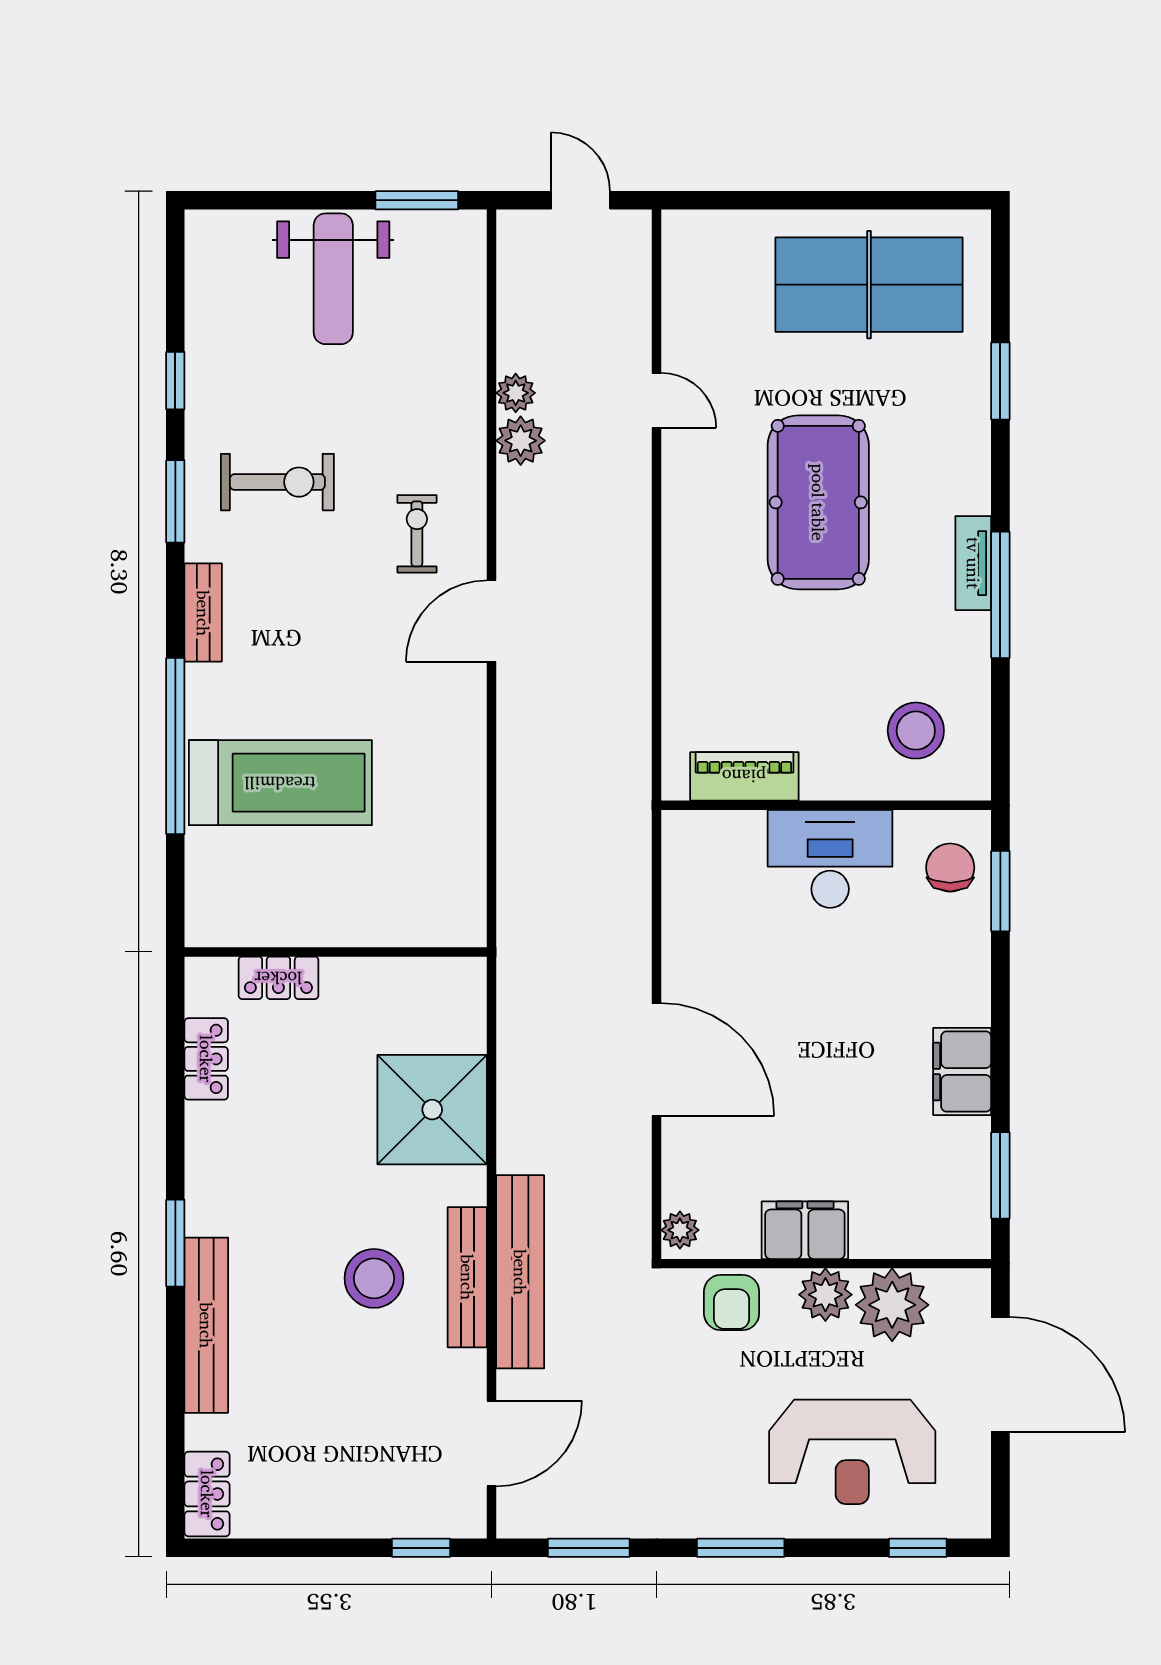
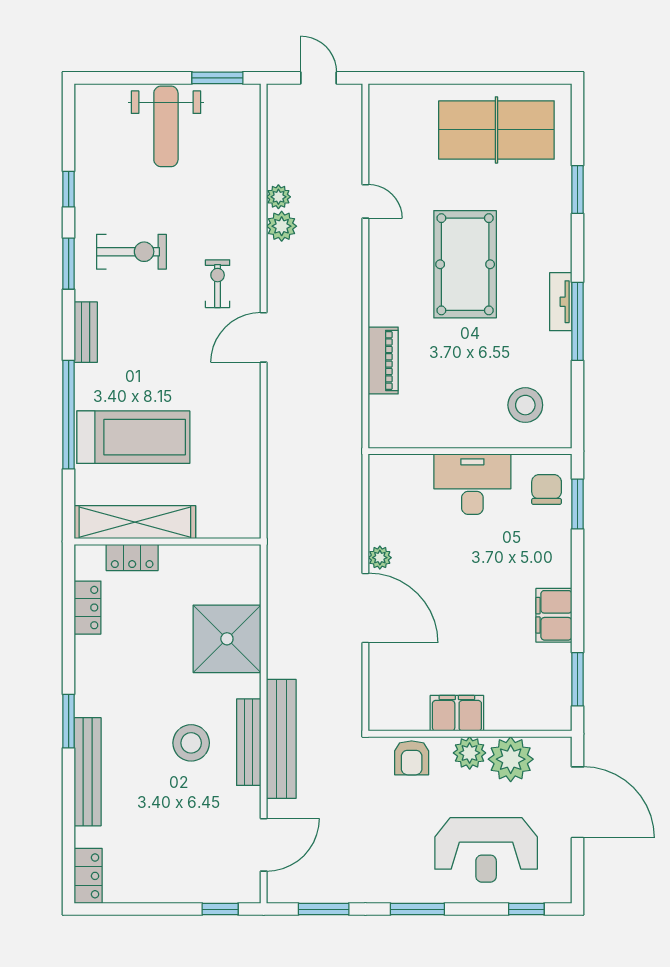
piano: (744, 776) -> (383, 360), moved, turned 90
shelving: (283, 921) -> (135, 522), added
plant: (680, 1230) -> (380, 558), moved

